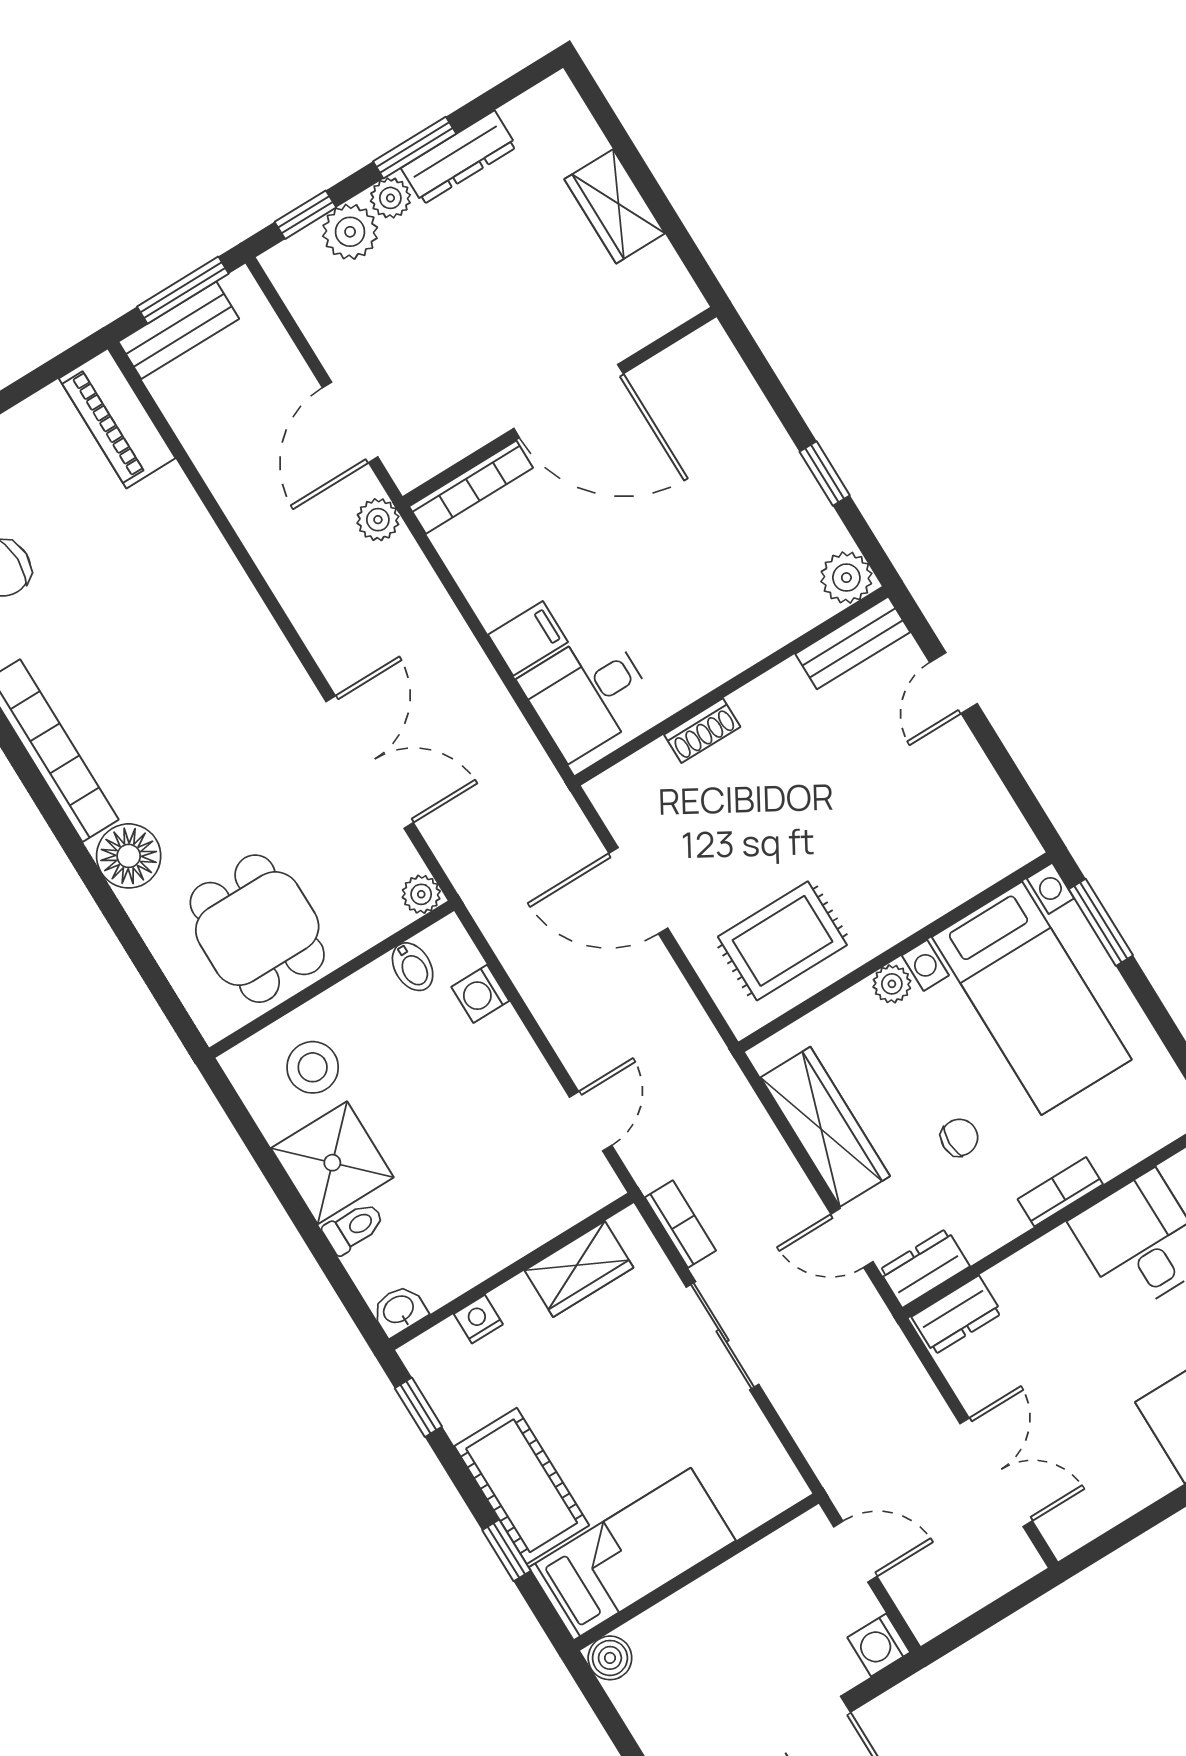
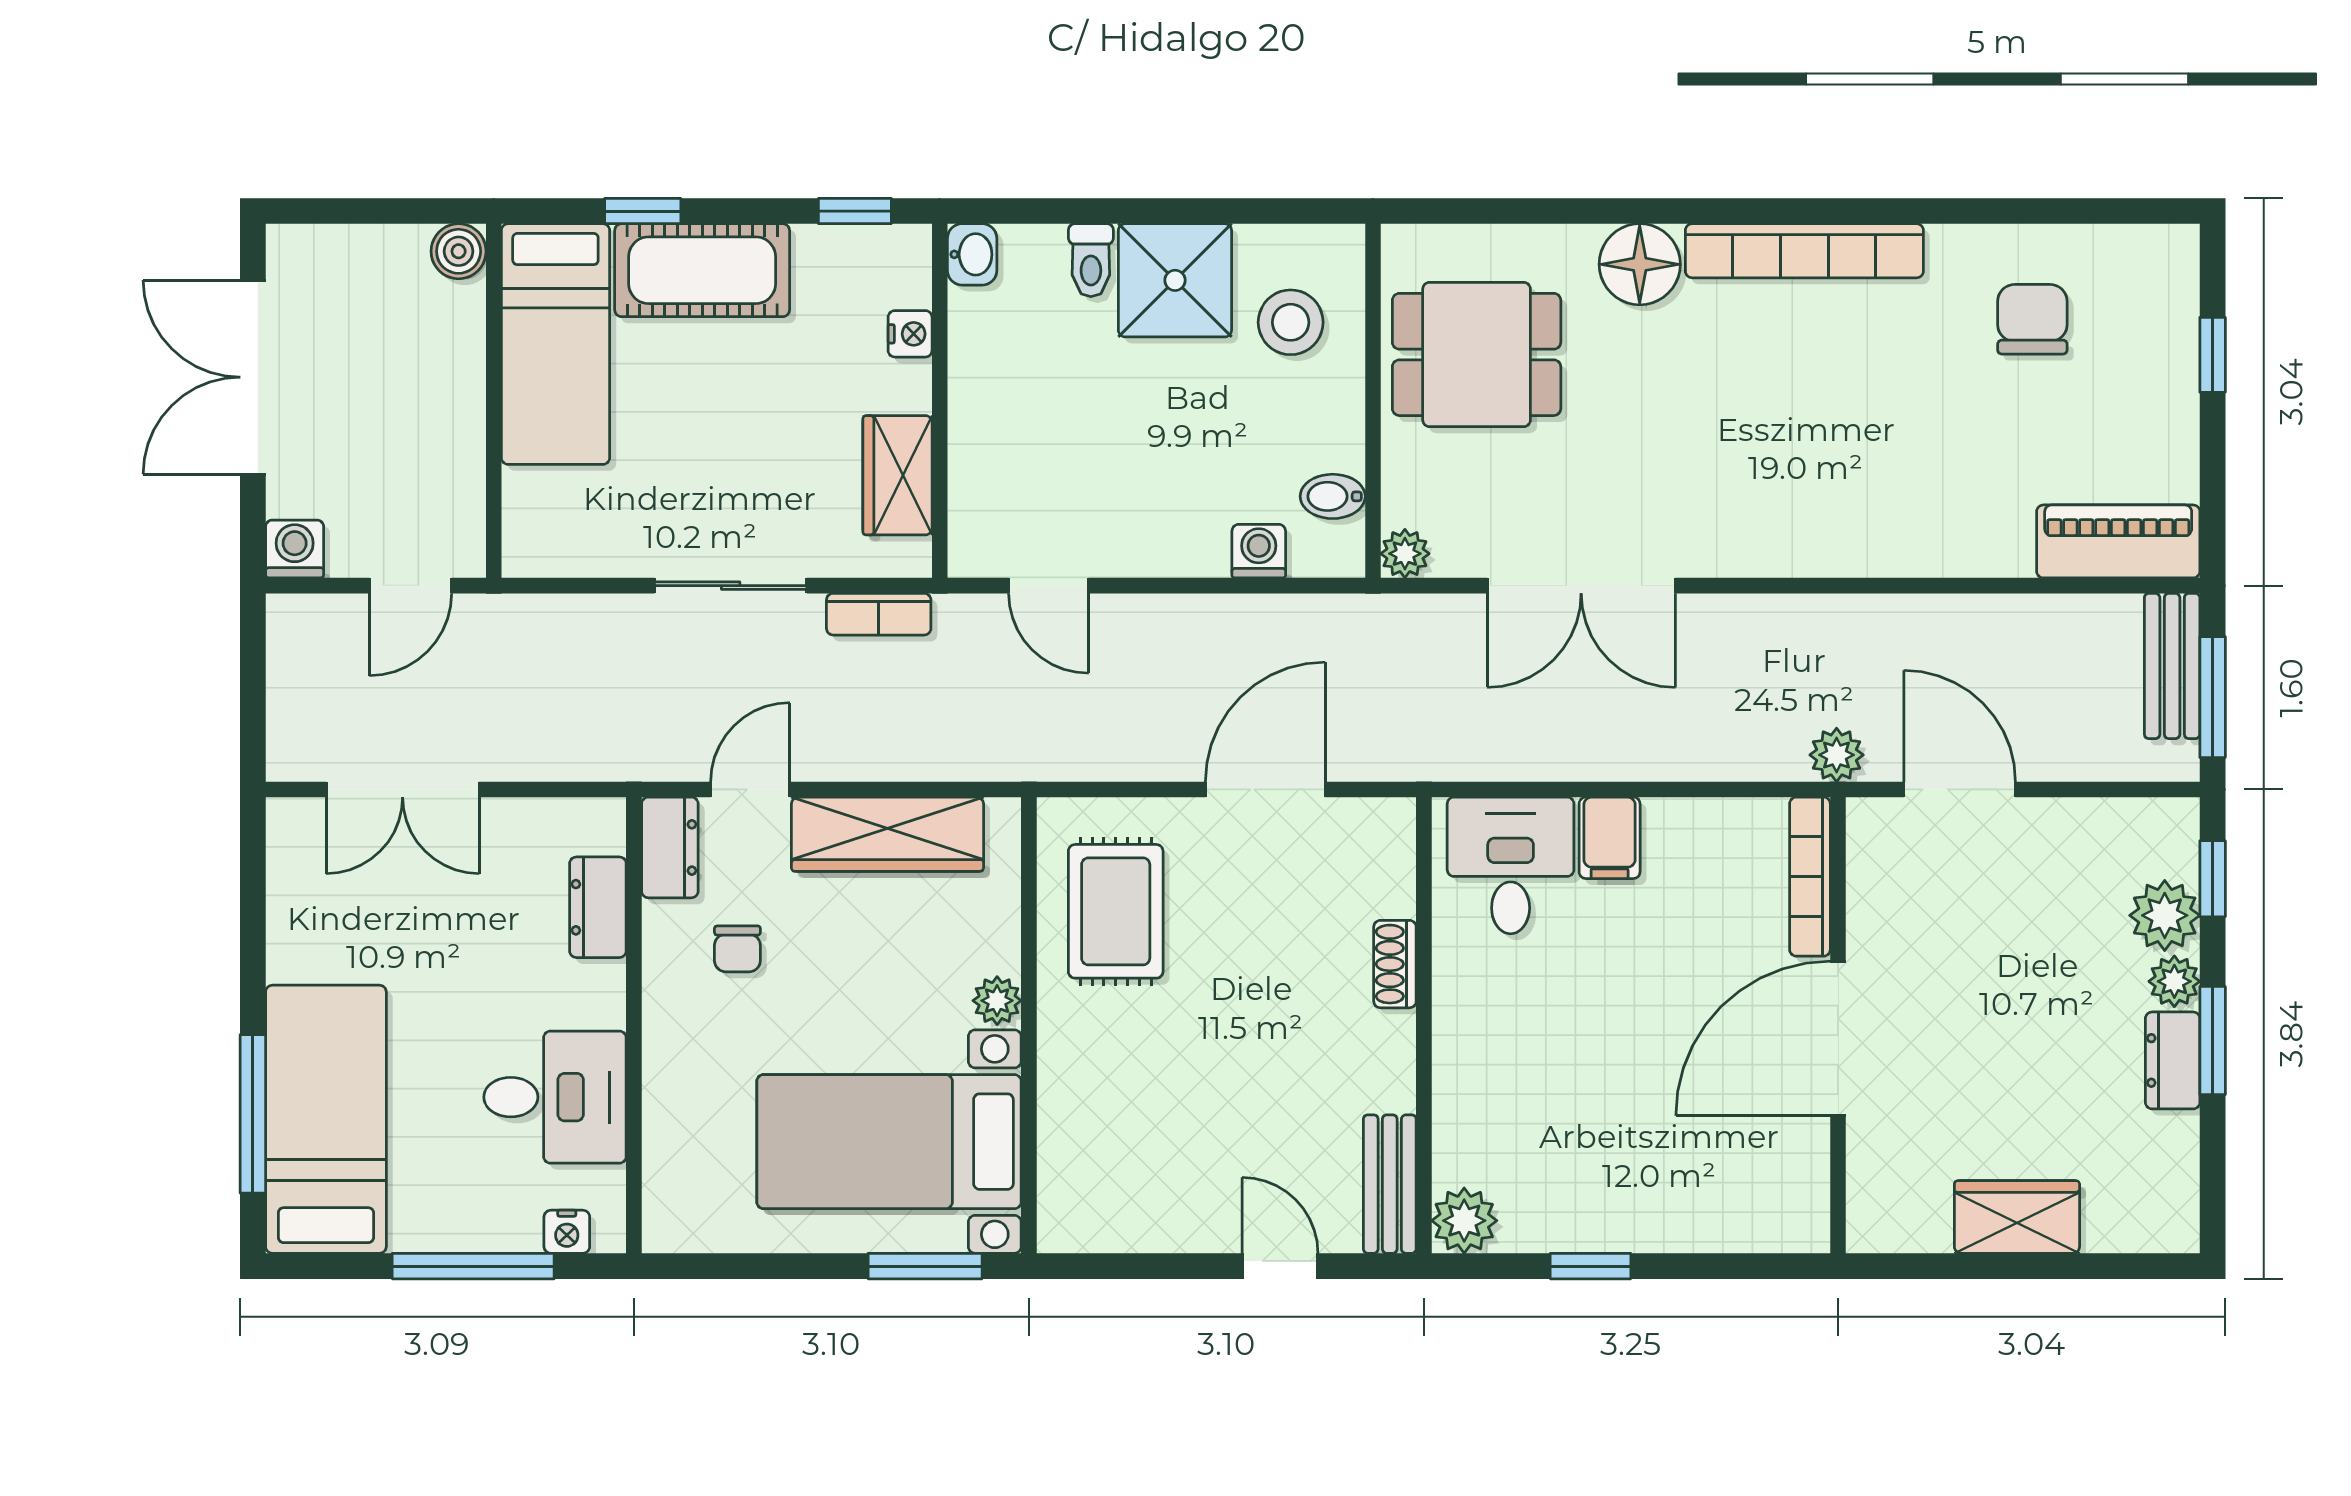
dresser: (459, 158) -> (2173, 1060), width x0.70
chair: (959, 1138) -> (737, 949), moved
bookcase: (1060, 1192) -> (662, 1044), removed
dresser: (957, 1315) -> (598, 907), moved

